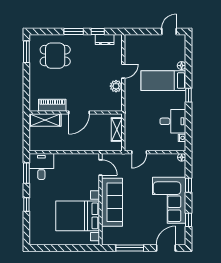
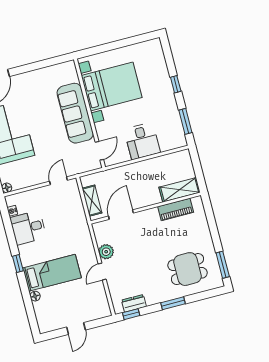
window: (98, 31) -> (131, 314), moved
door: (169, 31) -> (76, 329), moved
door: (79, 112) -> (121, 215), moved
desk: (41, 166) -> (142, 141), moved
door: (101, 167) -> (99, 151), swing flipped
window: (130, 248) -> (40, 65), removed

